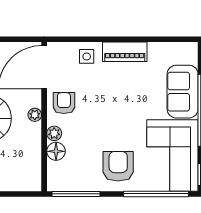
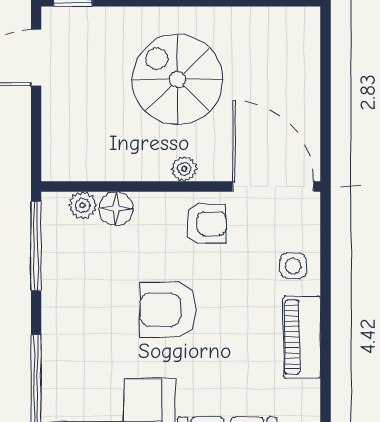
plant: (54, 133) -> (82, 205), moved
armchair: (118, 166) -> (168, 310), moved, turned 180

